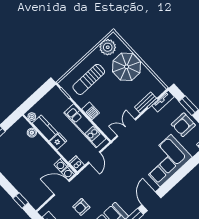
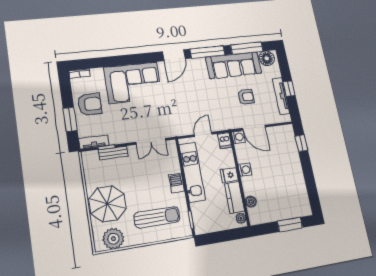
washing machine: (61, 165) -> (245, 170), moved

